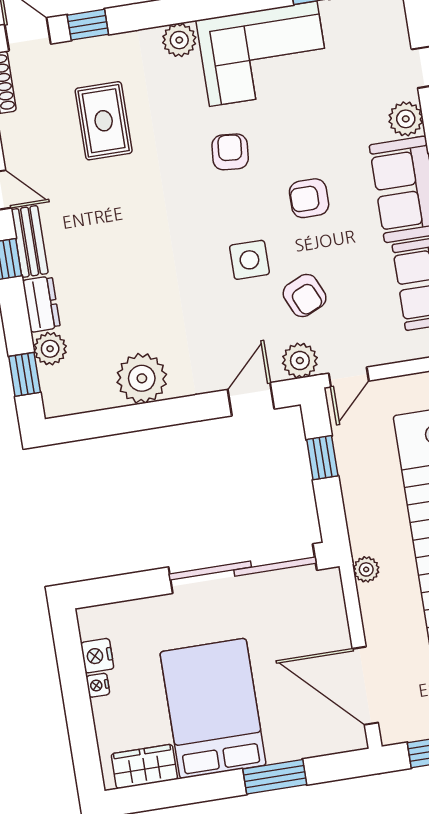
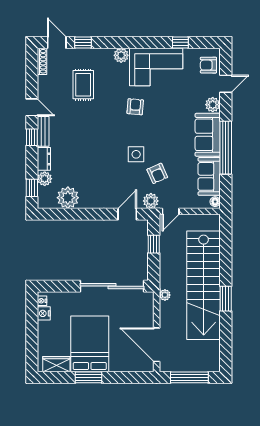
armchair: (309, 198) -> (208, 65), moved
plant: (142, 378) -> (68, 198), moved
nightstand: (98, 685) -> (42, 301), moved
window: (275, 777) -> (89, 377), moved

